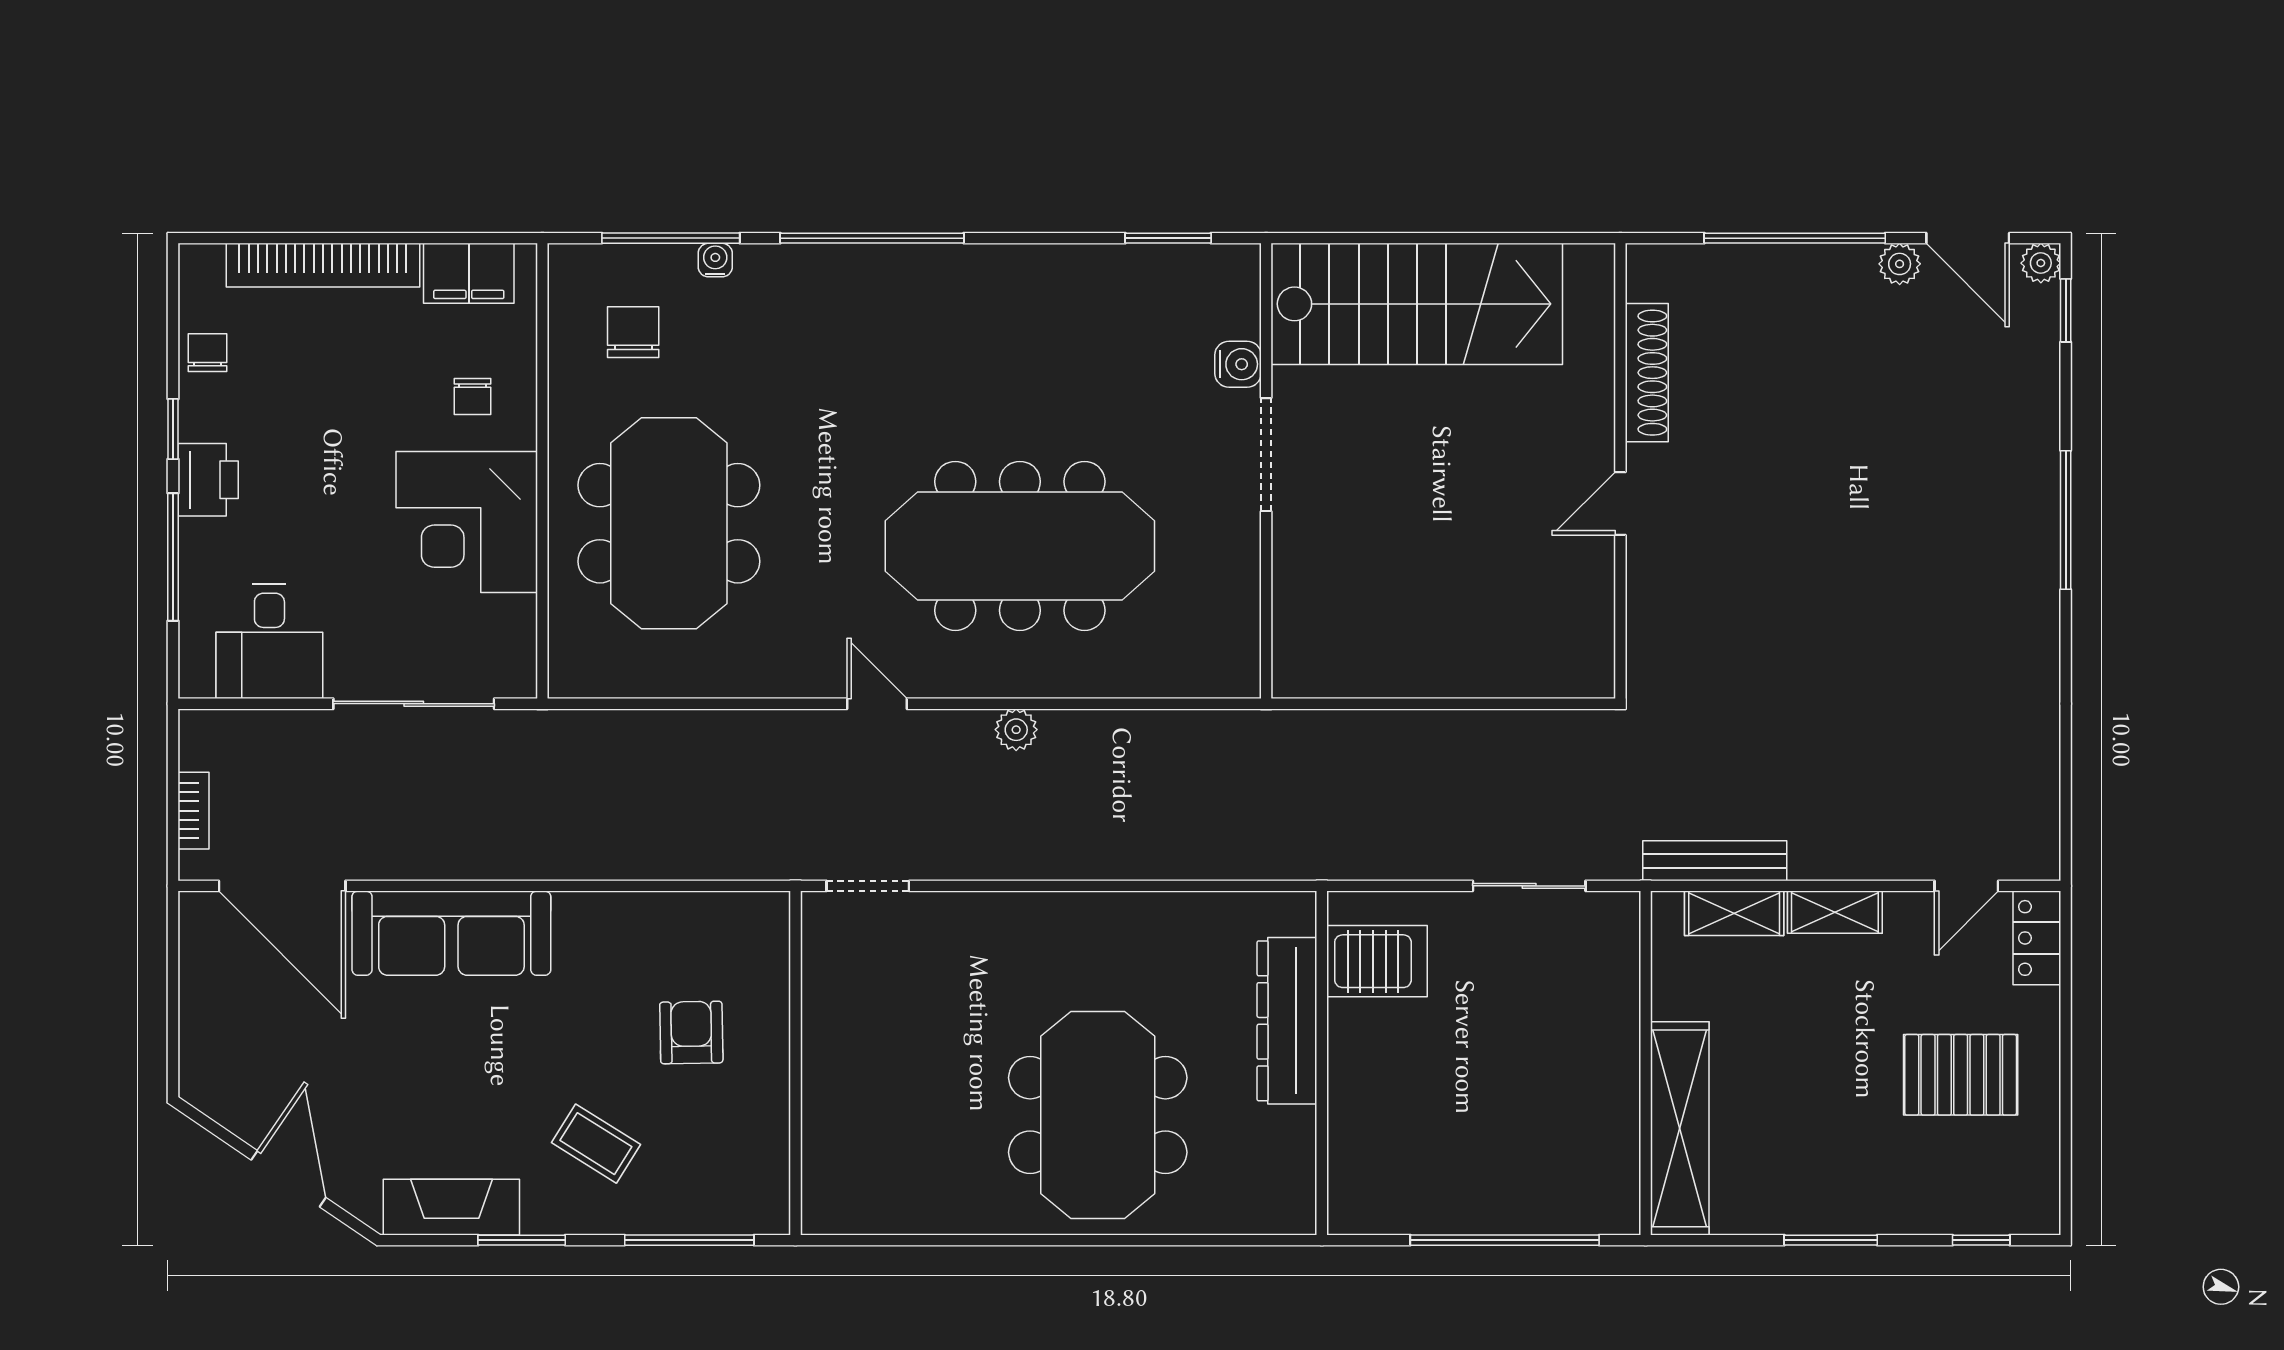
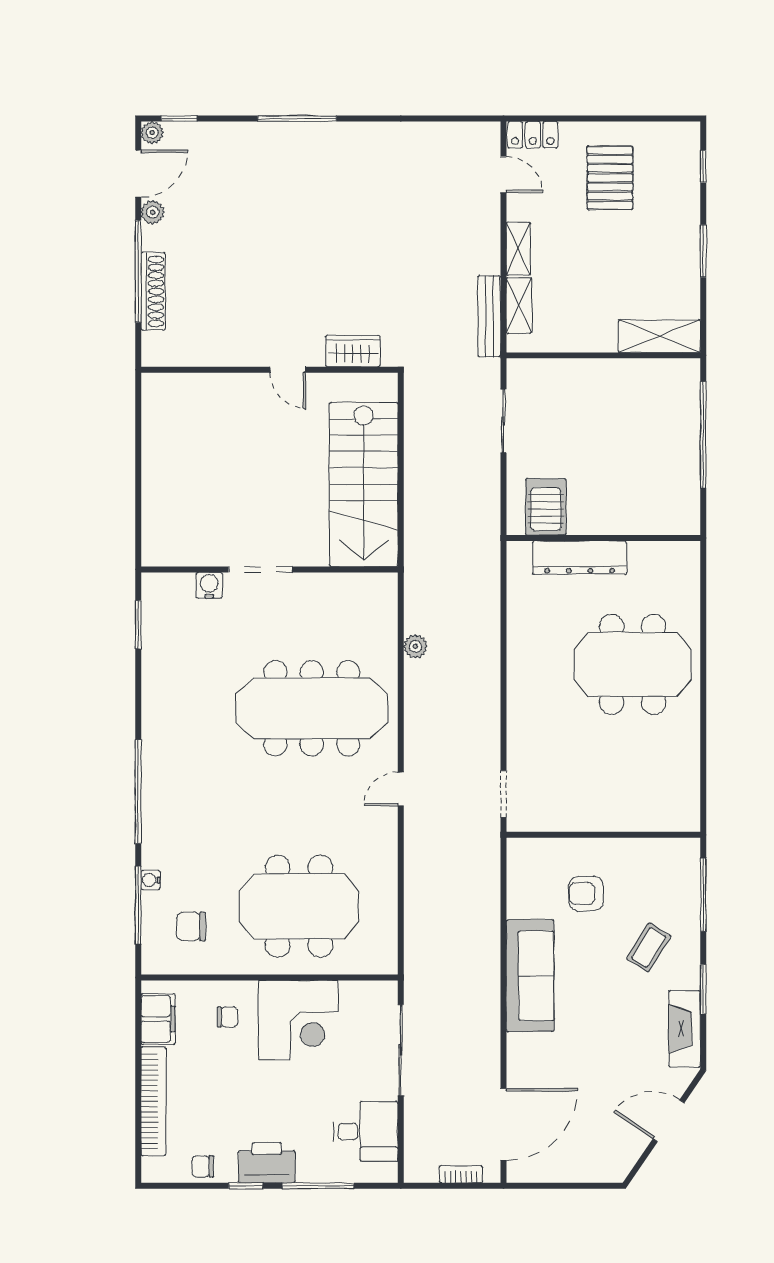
stairs: (1417, 304) -> (364, 484), moved, turned 180
shoe rack: (1647, 373) -> (153, 291), moved, turned 90
printer: (208, 480) -> (267, 1163), width x1.37, depth x1.19
meeting table: (1020, 546) -> (312, 708), turned 90
wardrobe: (1653, 619) -> (353, 351), added
plant: (1016, 730) -> (415, 646), moved
sofa: (451, 933) -> (530, 976), moved
shelving: (1680, 1128) -> (659, 336), width x0.68

